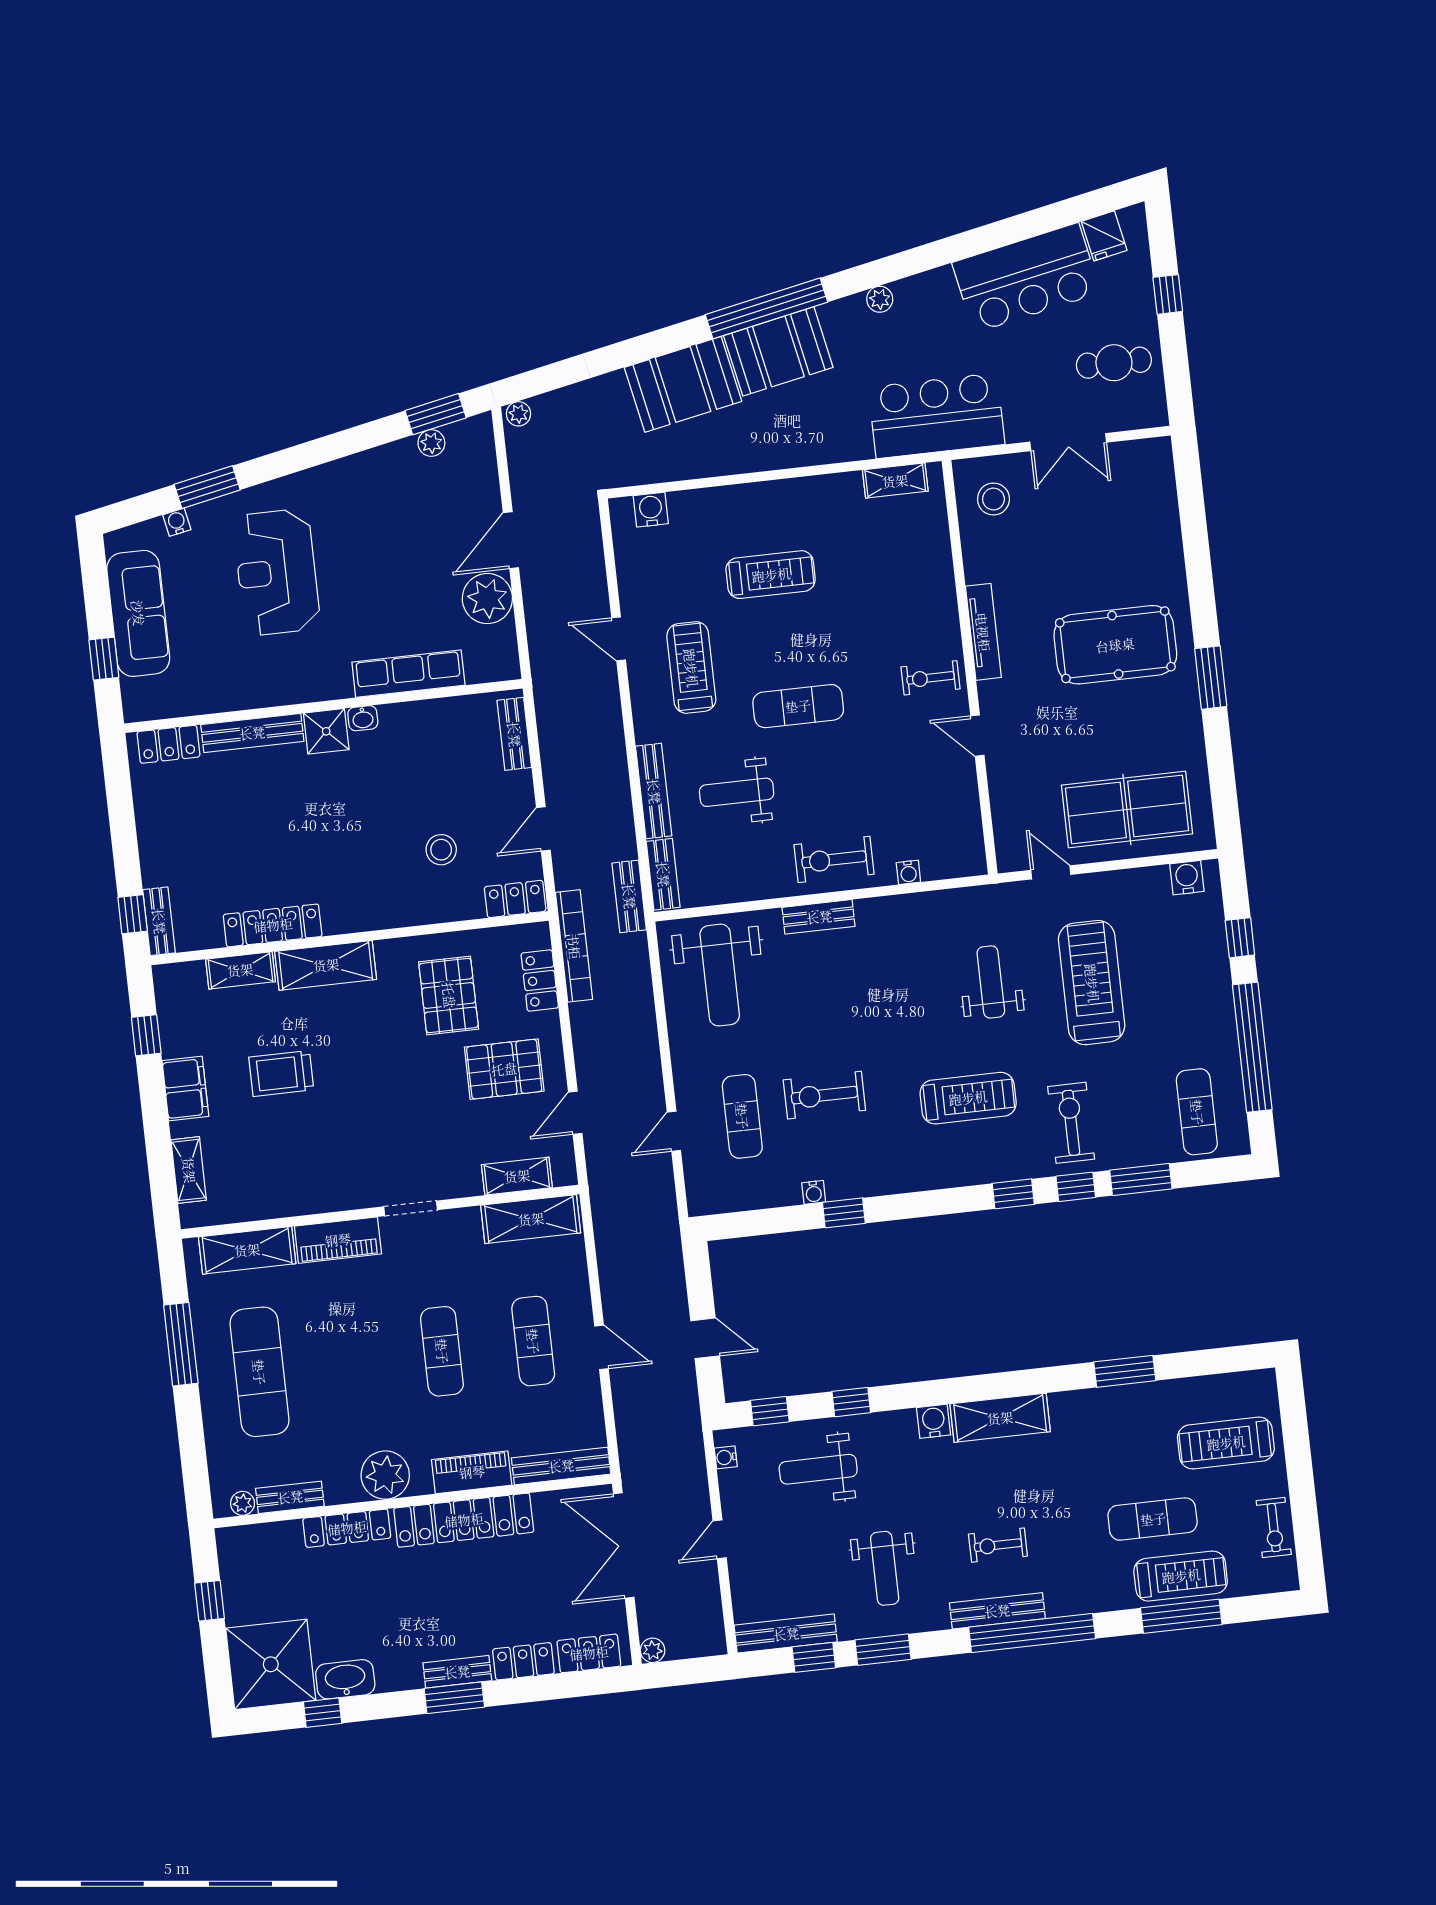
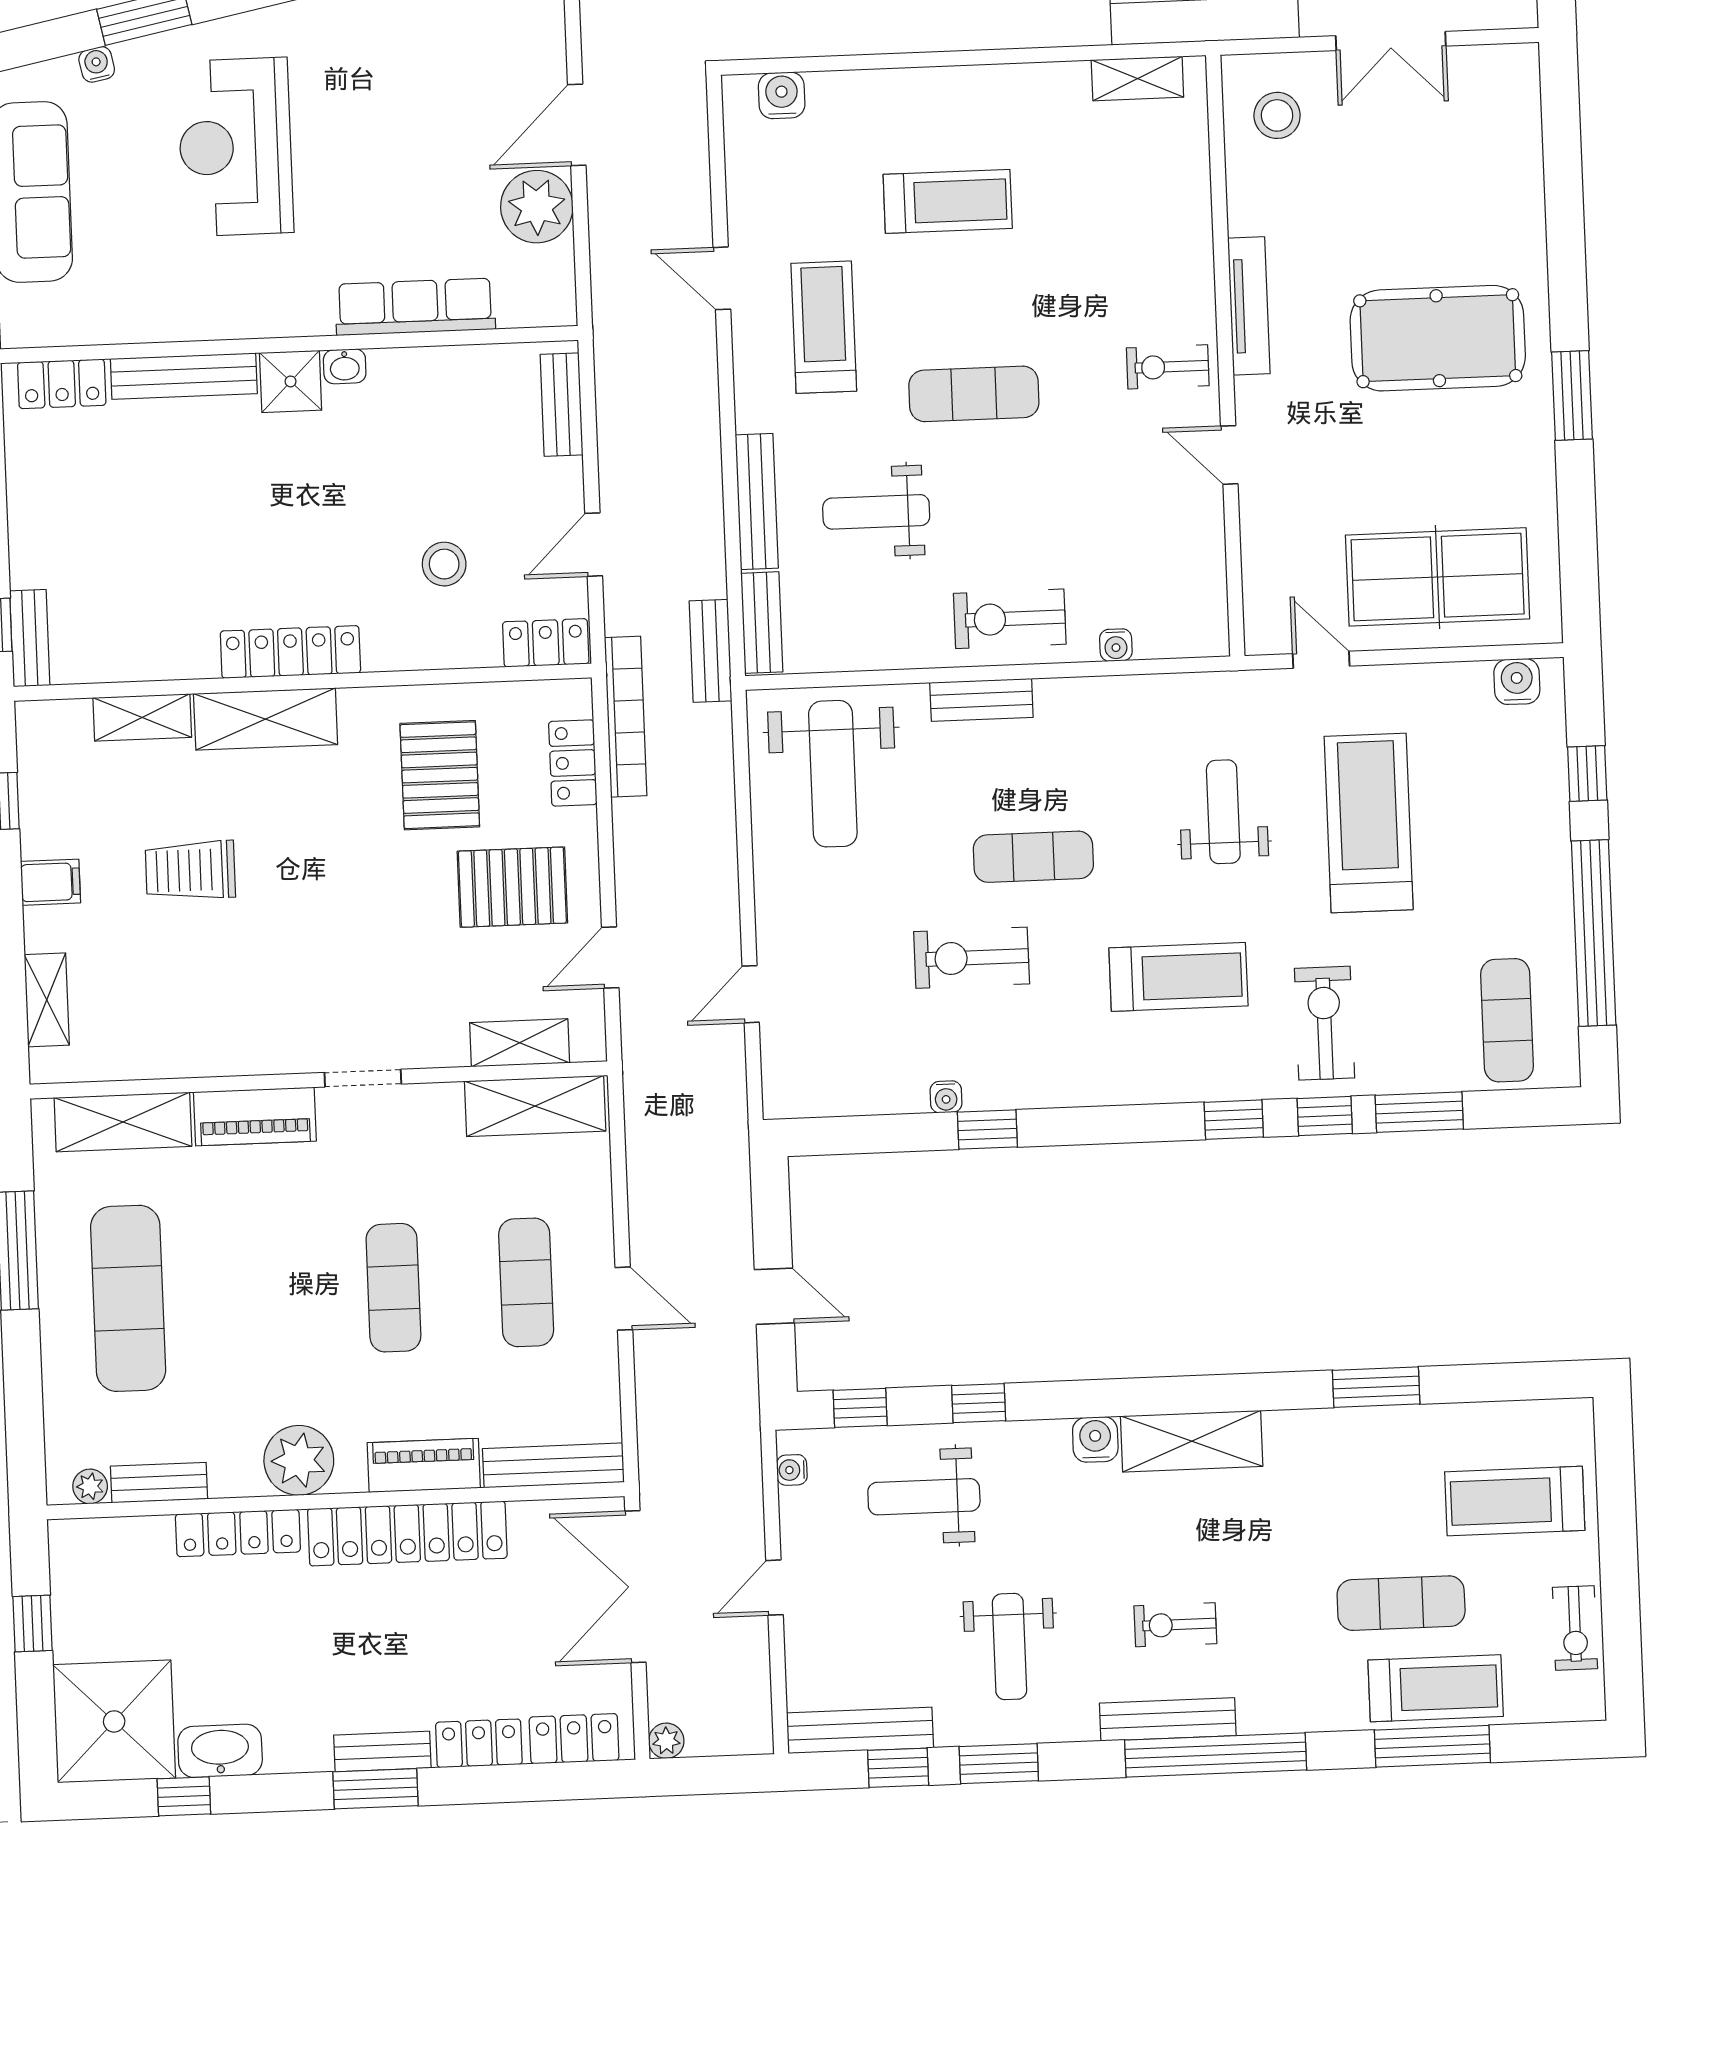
locker: (273, 925) -> (290, 652), moved
filing cabinet: (185, 1089) -> (50, 882), width x0.50
exercise mat: (742, 1116) -> (1033, 857), moved, turned 90

